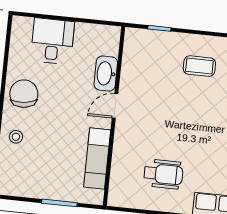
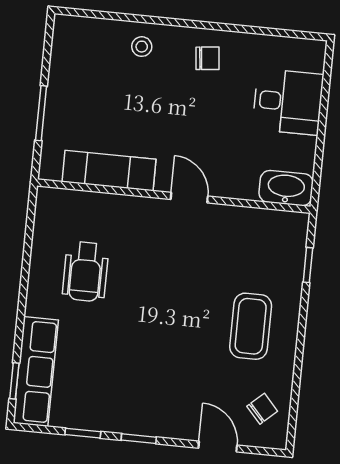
coffee table: (199, 66) -> (251, 326), width x1.36, depth x1.30
washbasin: (106, 74) -> (286, 188), moved
chair: (24, 94) -> (208, 58), width x0.54, depth x0.54

